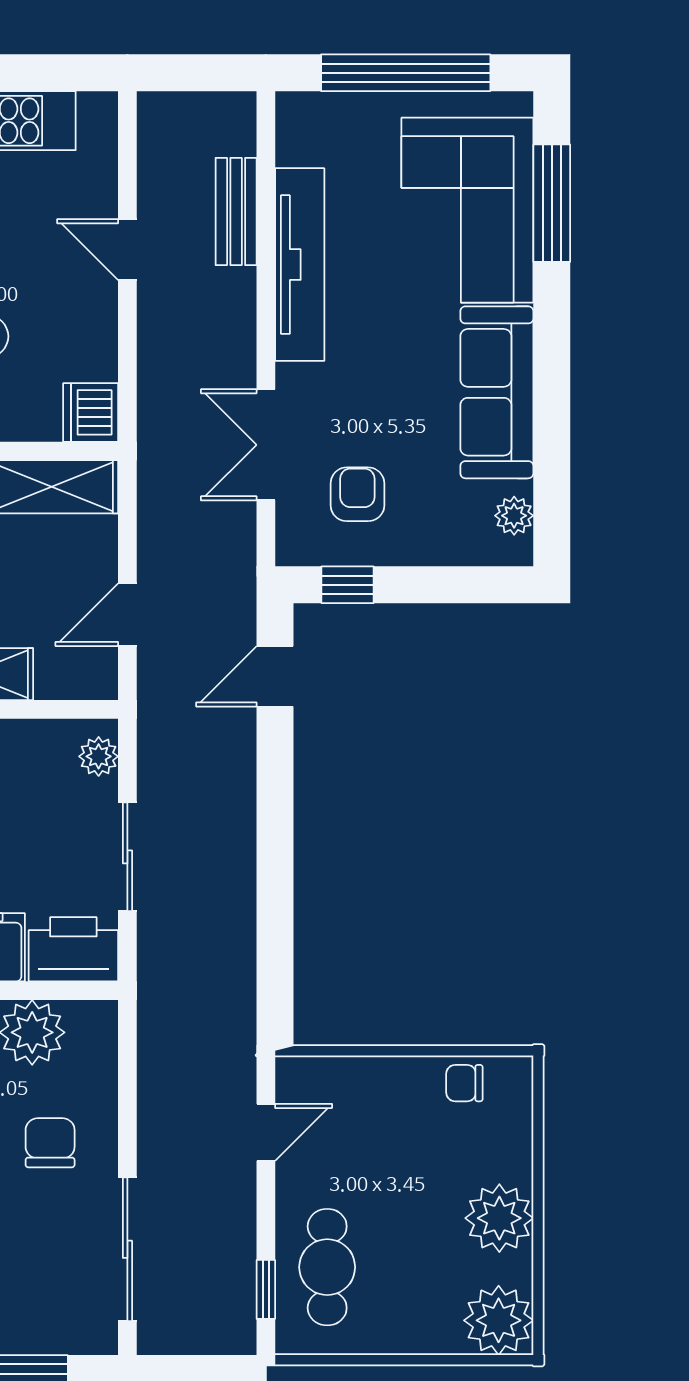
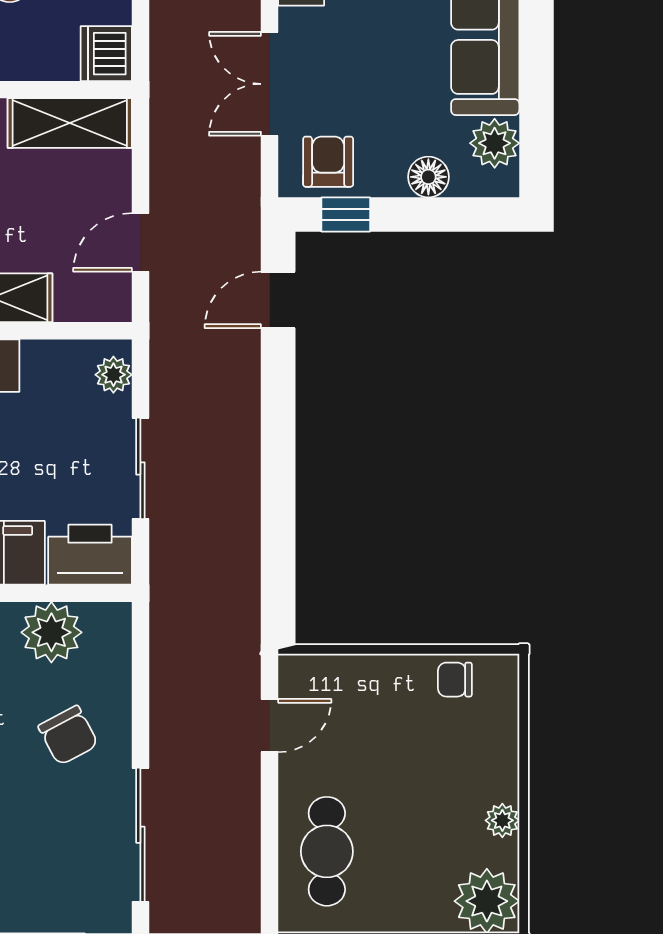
armchair: (357, 494) -> (328, 162), moved
plant: (514, 516) -> (495, 143), width x1.38, depth x1.38
floor lamp: (436, 545) -> (428, 177), added
chair: (50, 1143) -> (68, 735), turned 152
plant: (499, 1218) -> (502, 820), width x0.53, depth x0.53
window: (266, 1289) -> (270, 872), removed

